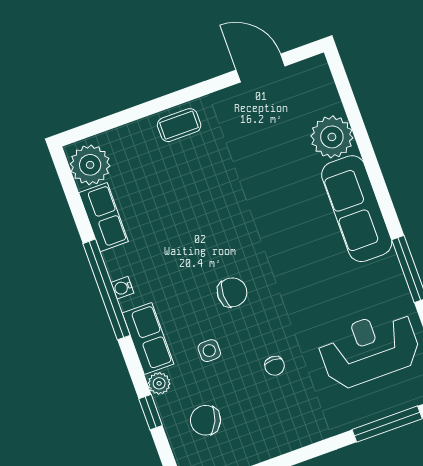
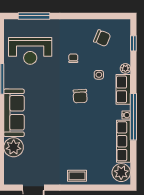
row of seats: (104, 217) -> (124, 141), width x1.48
chair: (232, 292) -> (80, 96), turned -93
window: (151, 412) -> (133, 43), moved
chair: (205, 420) -> (102, 38), moved

